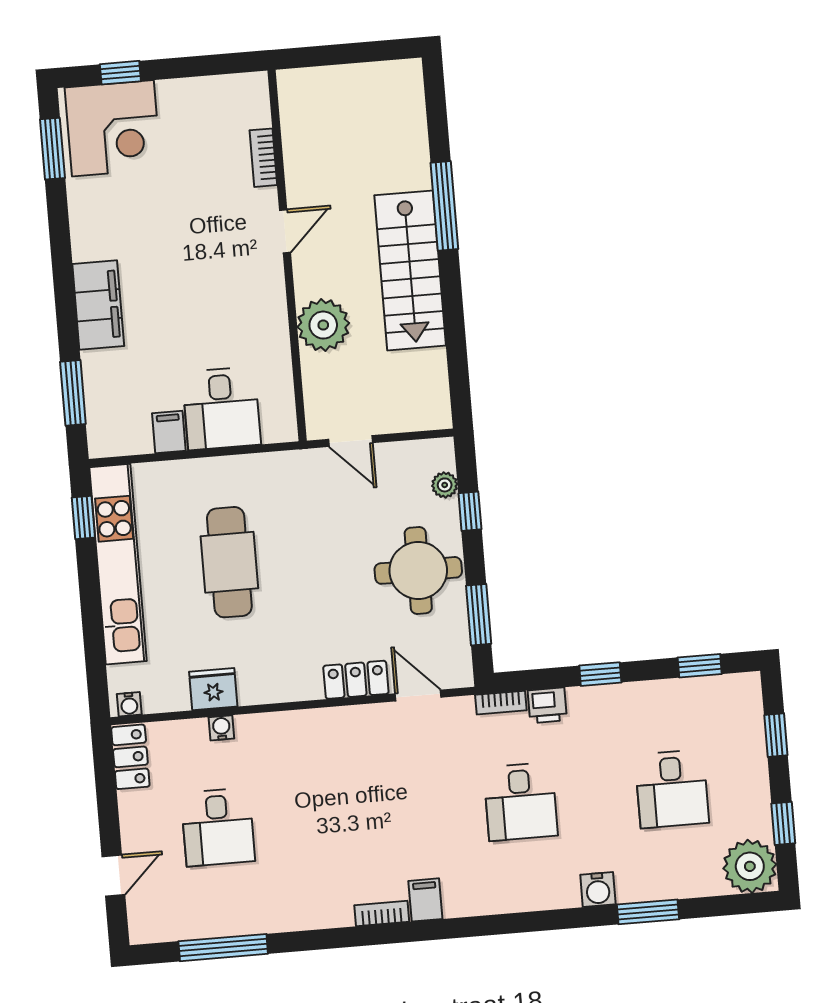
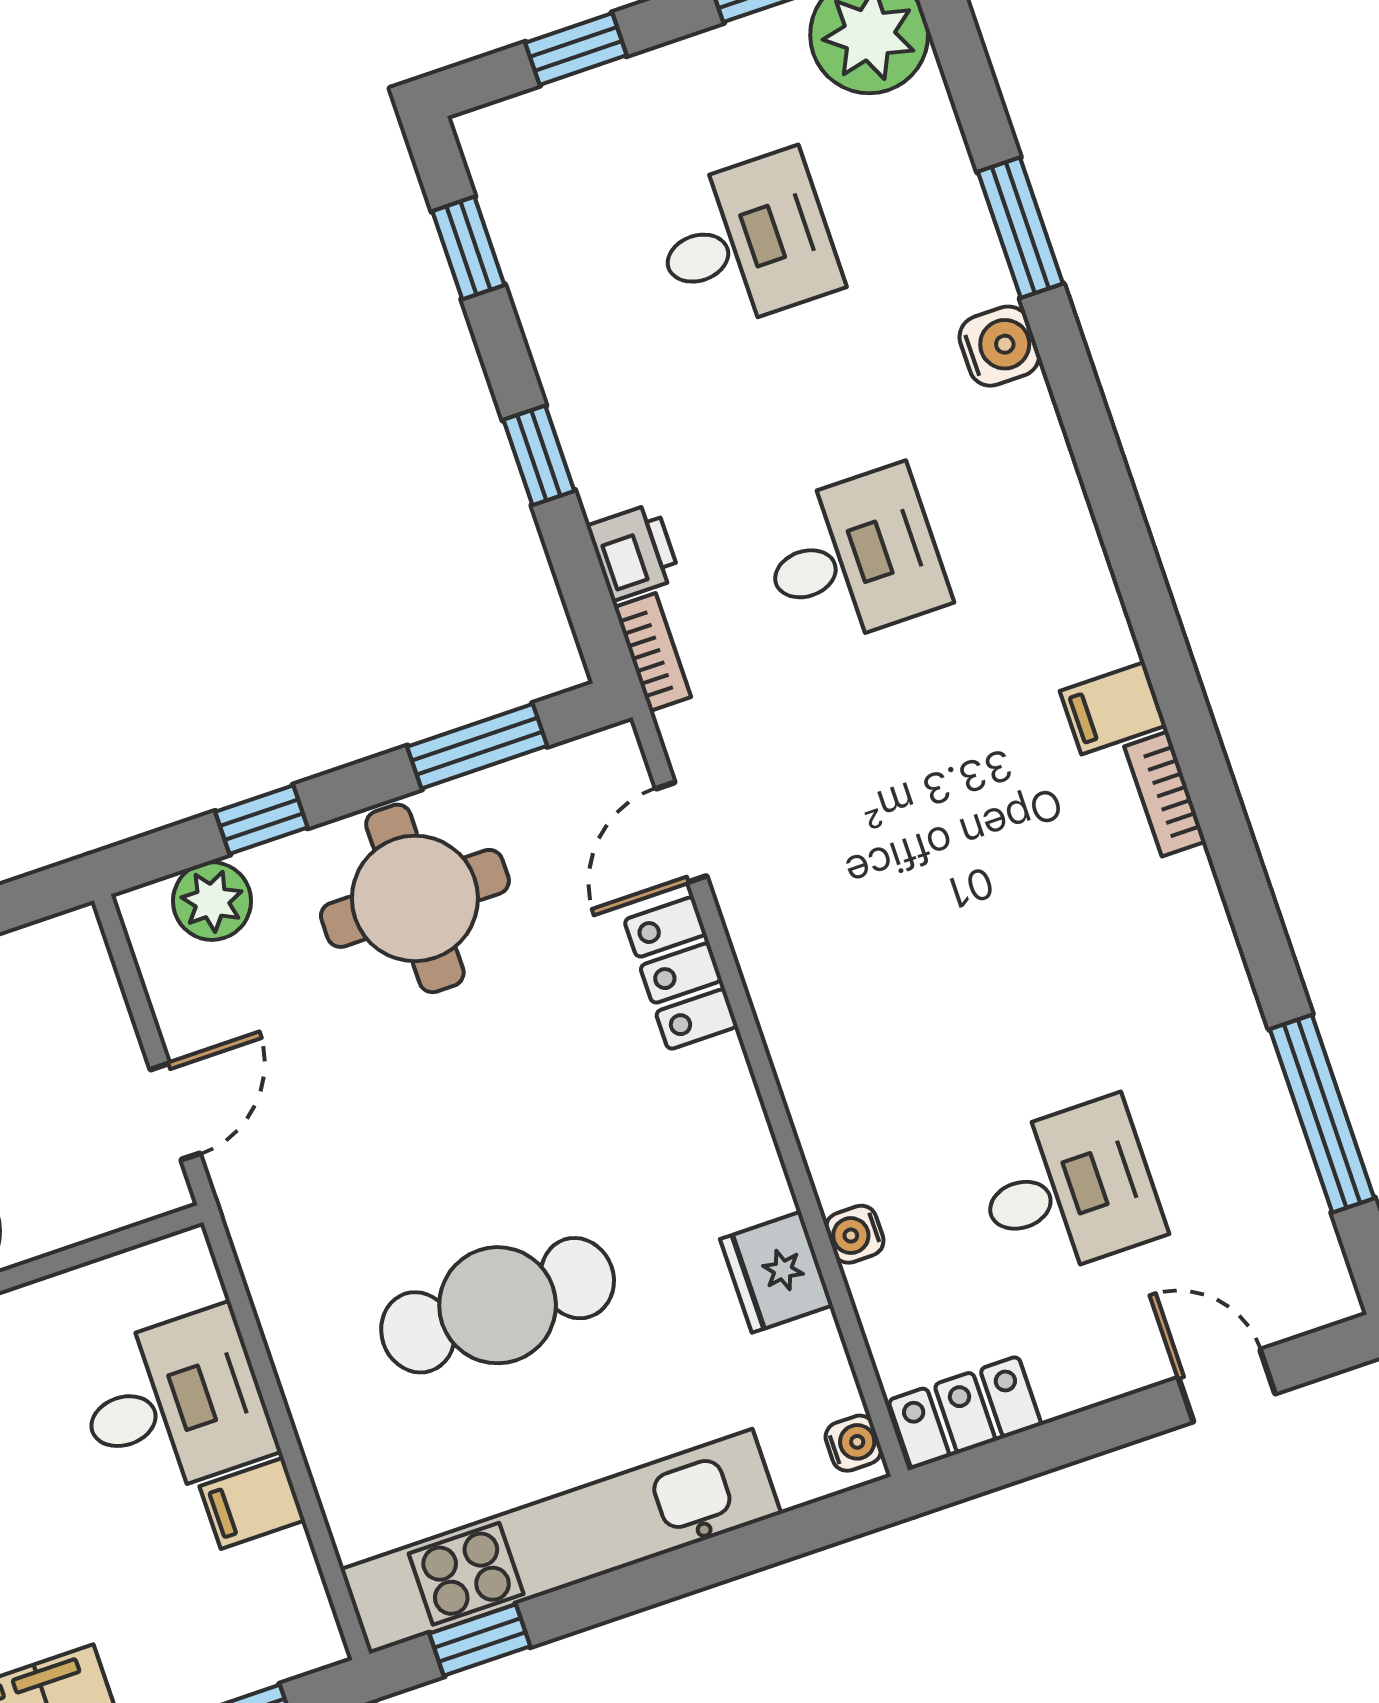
plant: (445, 485) -> (212, 901), width x1.38, depth x1.38

